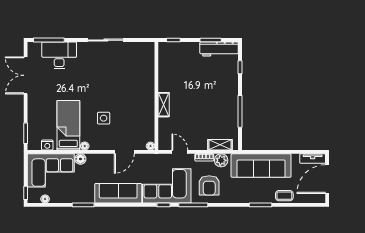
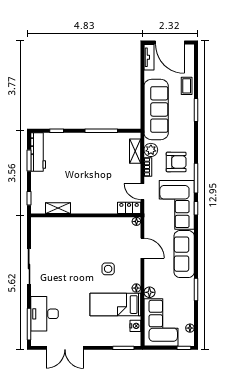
shelving: (164, 105) -> (58, 208), moved
locker: (164, 139) -> (129, 208), added
door: (180, 152) -> (142, 192), hinge flipped

